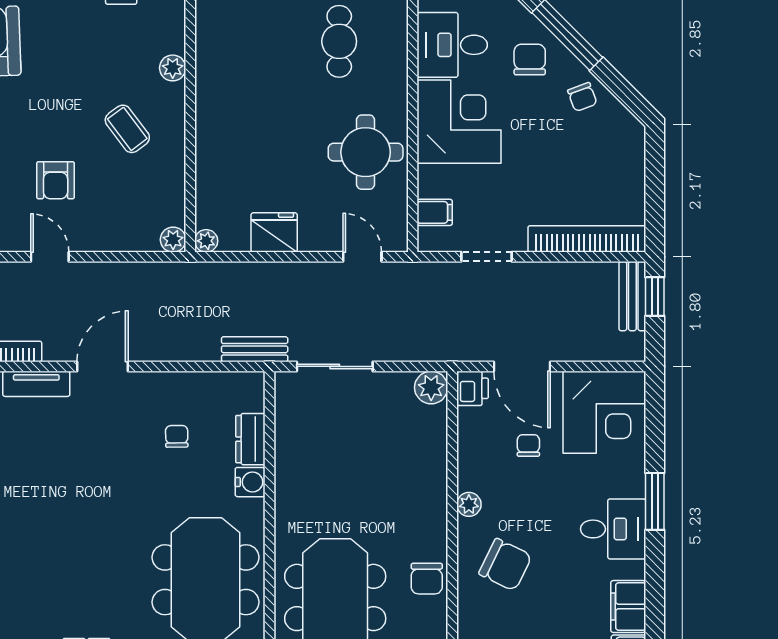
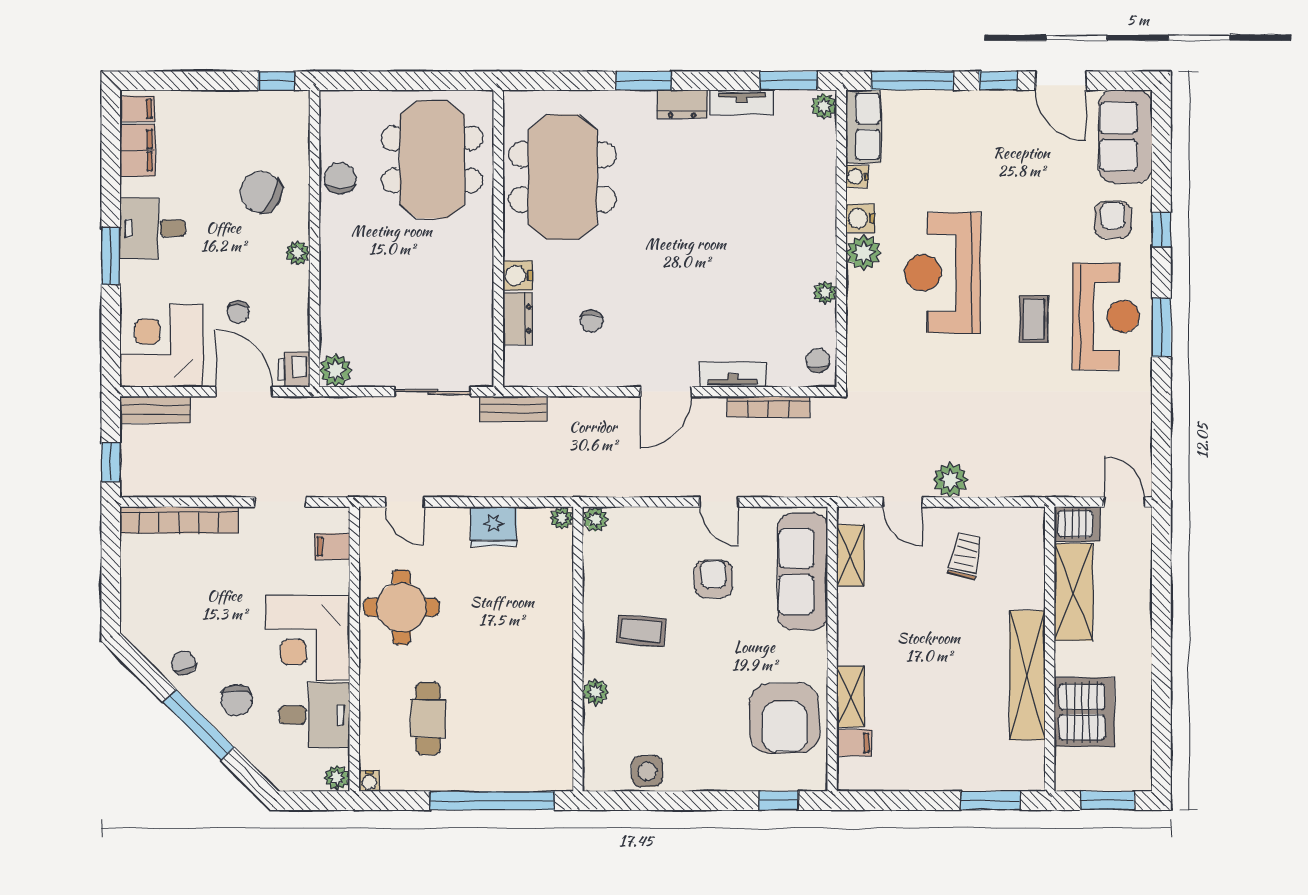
coffee table: (127, 129) -> (641, 631), turned -48
bench: (632, 296) -> (155, 410), moved, turned 90

